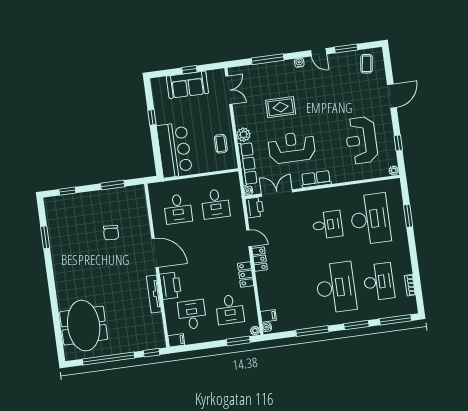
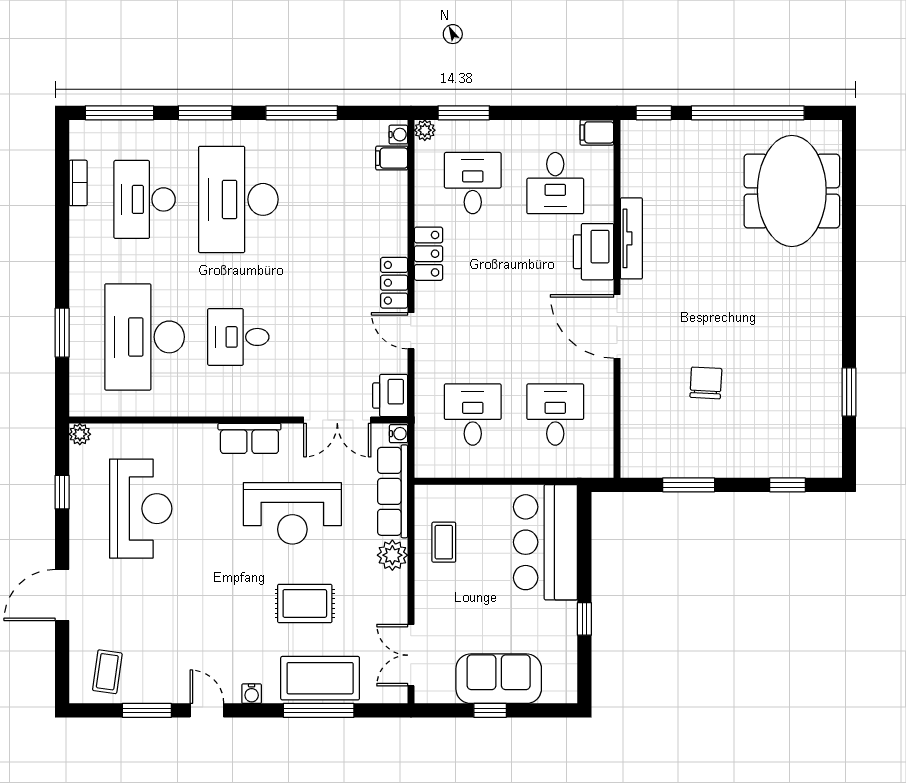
coffee table: (269, 74) -> (320, 678), added

